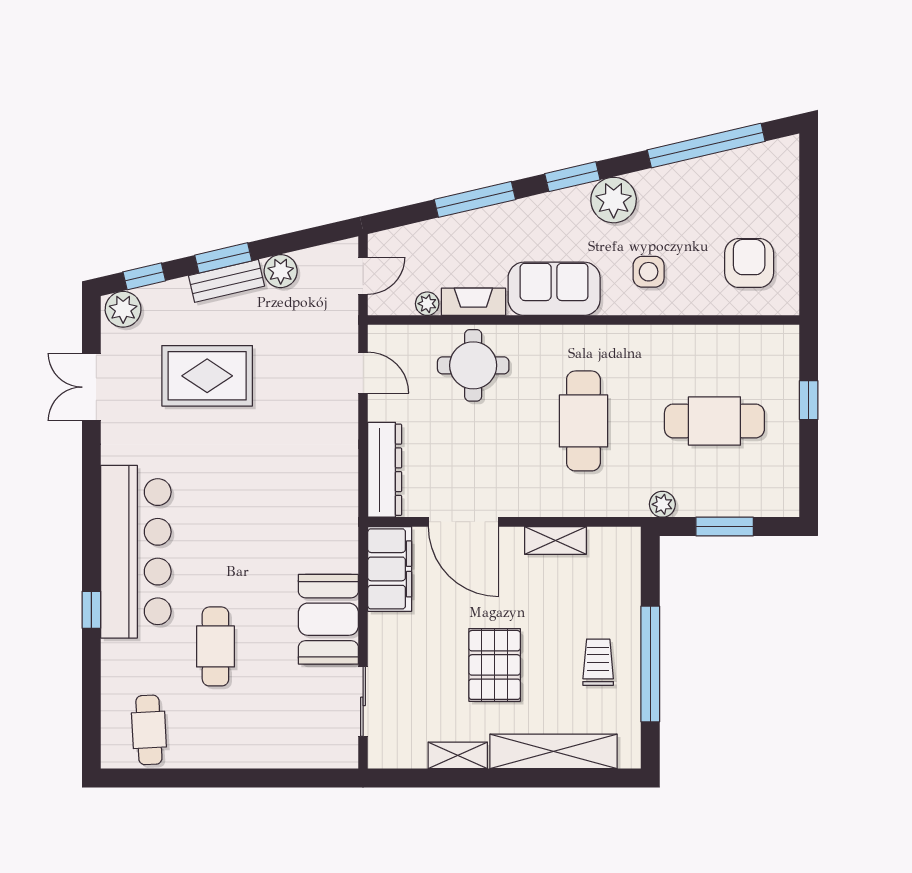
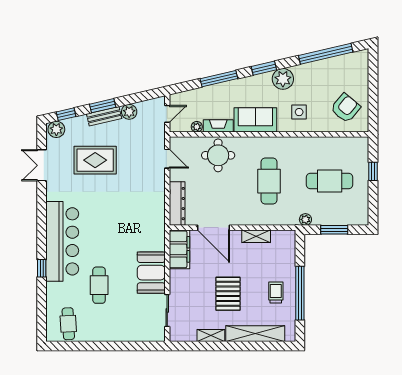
armchair: (749, 263) -> (346, 108), turned 40

